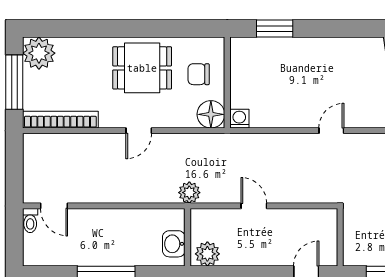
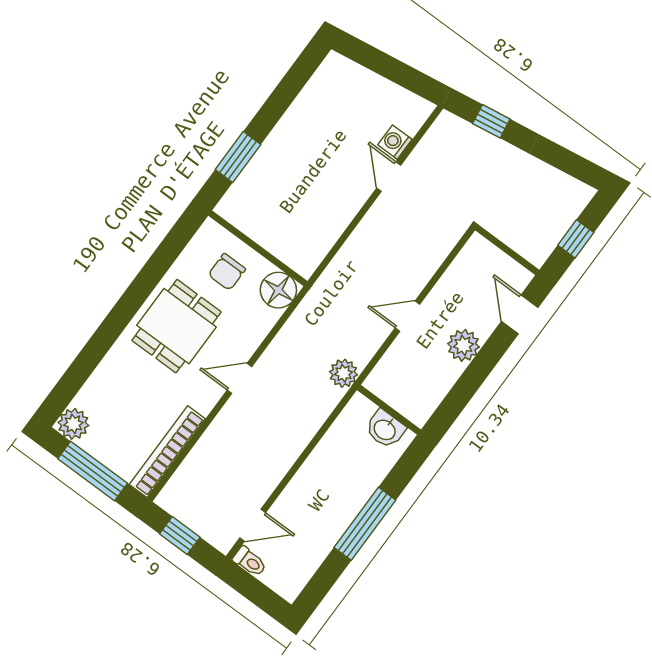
plant: (39, 53) -> (73, 424), width x0.73, depth x0.73
washing machine: (239, 119) -> (395, 142), moved
door: (139, 131) -> (240, 378), swing flipped
window: (14, 166) -> (180, 535), added
plant: (207, 254) -> (463, 345), moved

